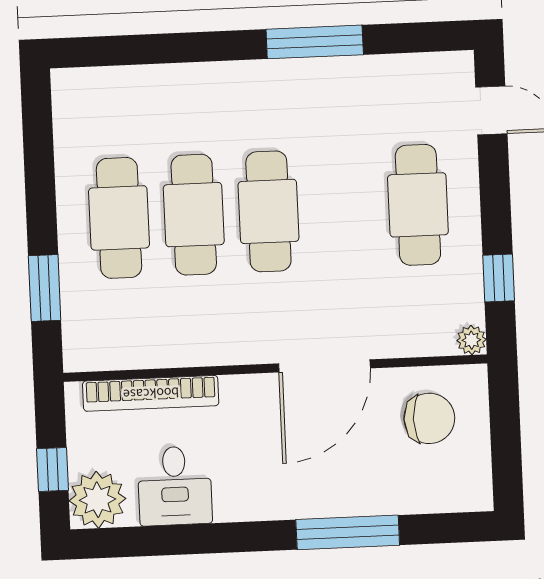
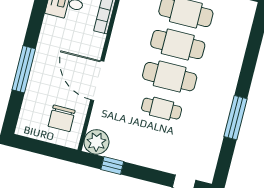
cafe table: (418, 205) -> (162, 109), moved, width x0.73, depth x0.74
plant: (471, 340) -> (96, 142), width x1.87, depth x1.87

